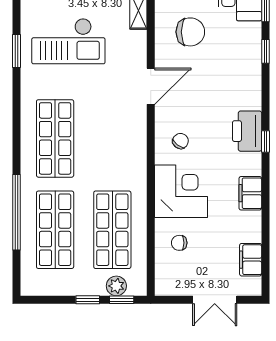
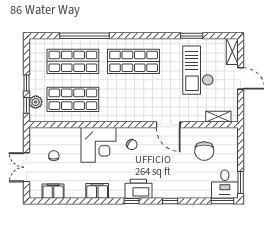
window: (265, 51) -> (170, 201), moved
chair: (179, 243) -> (54, 156), moved

